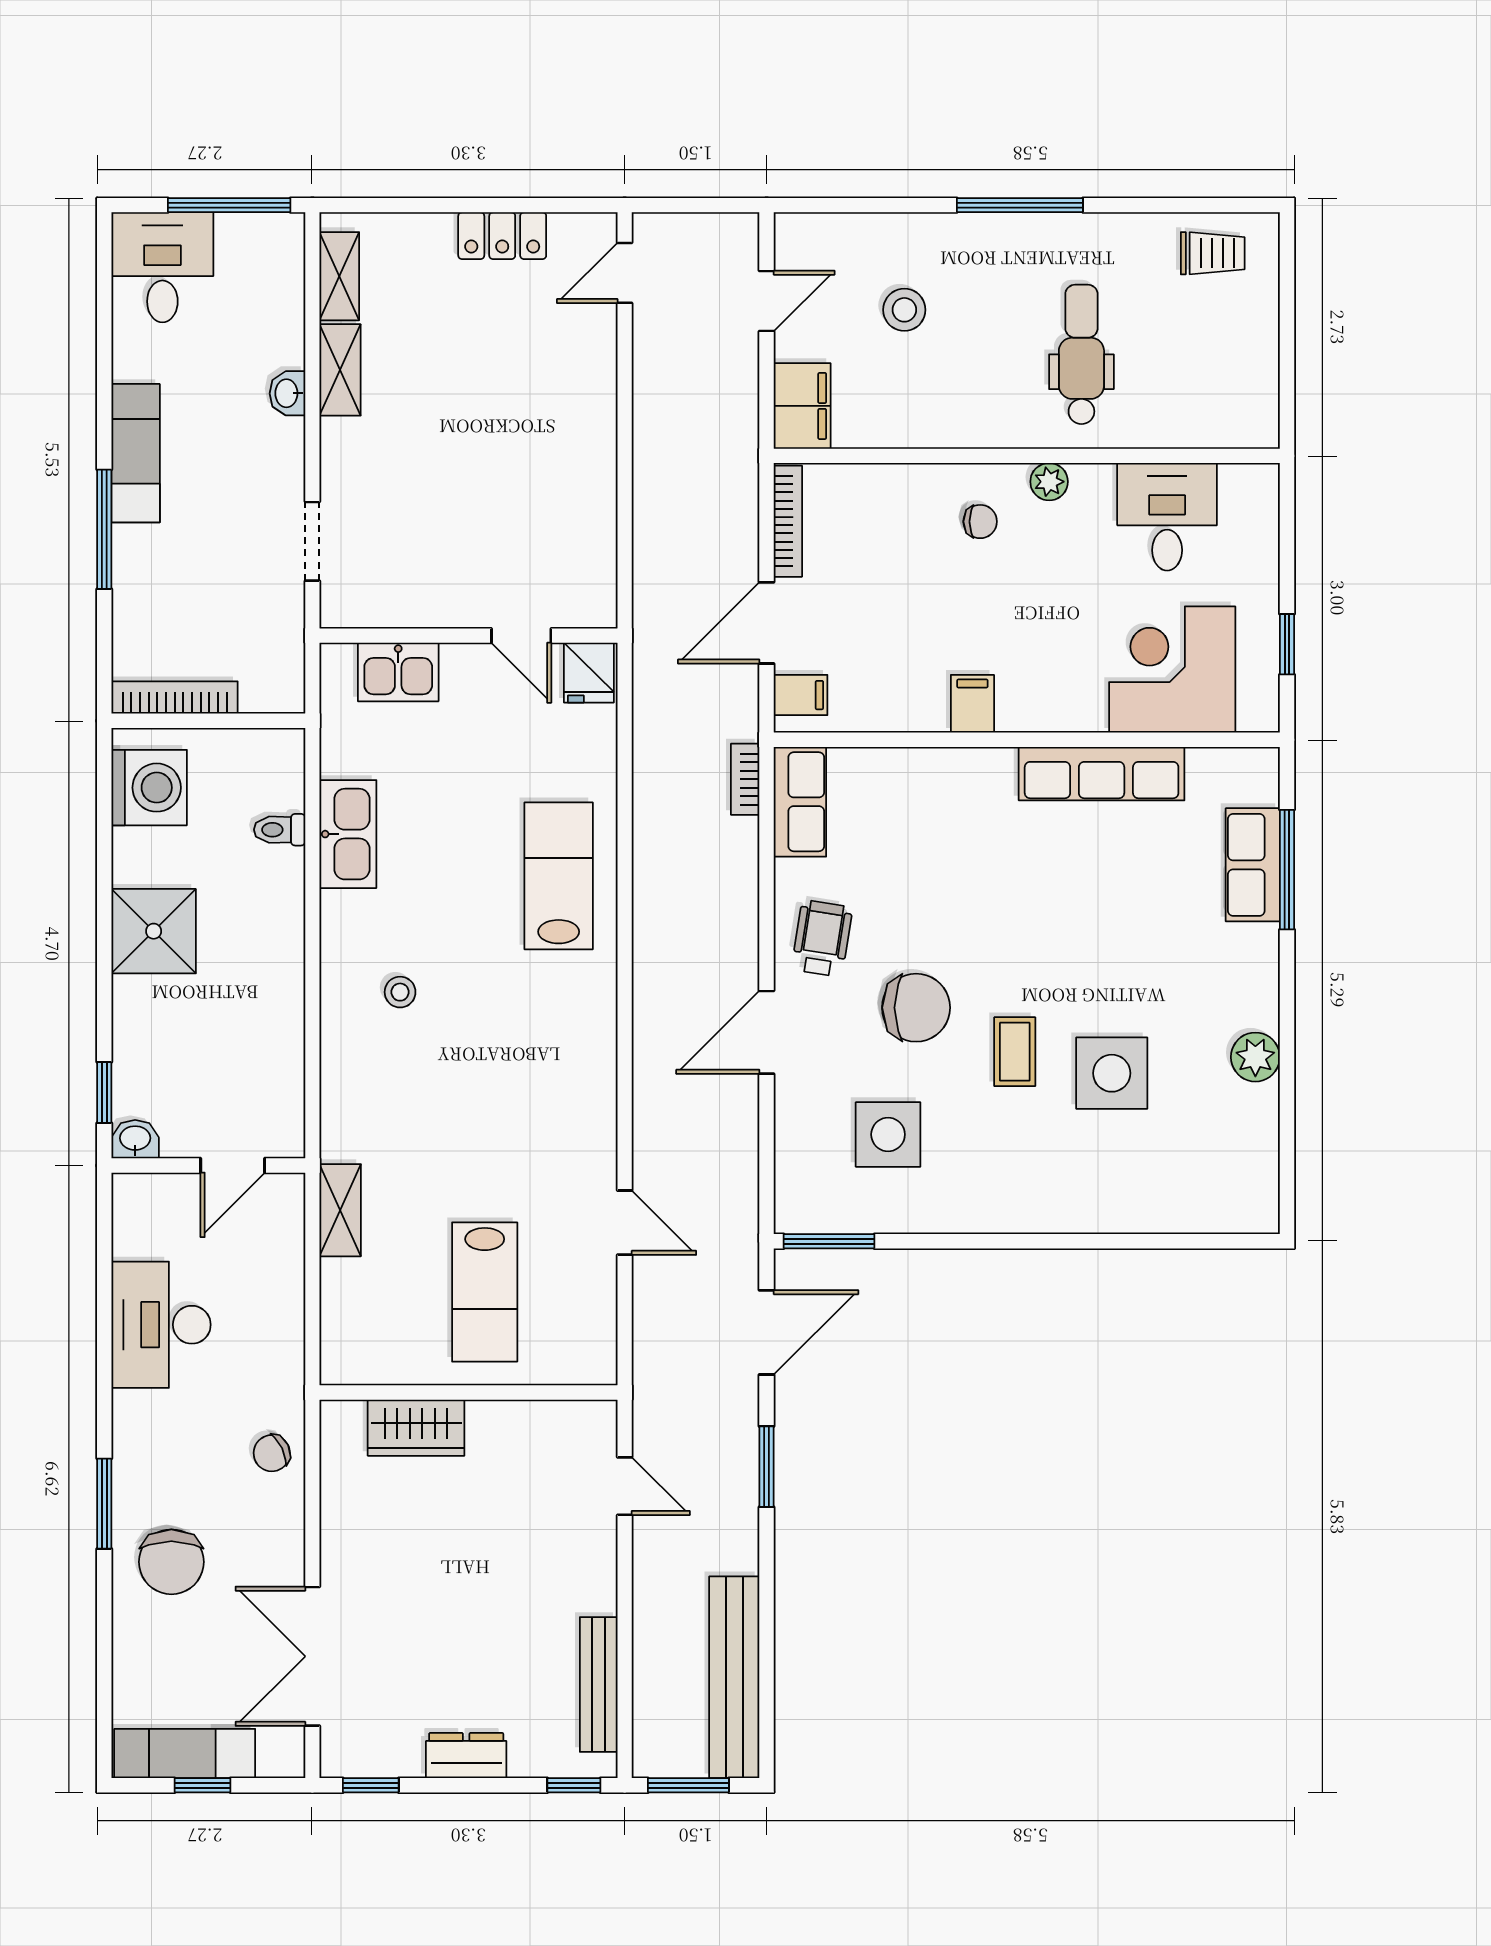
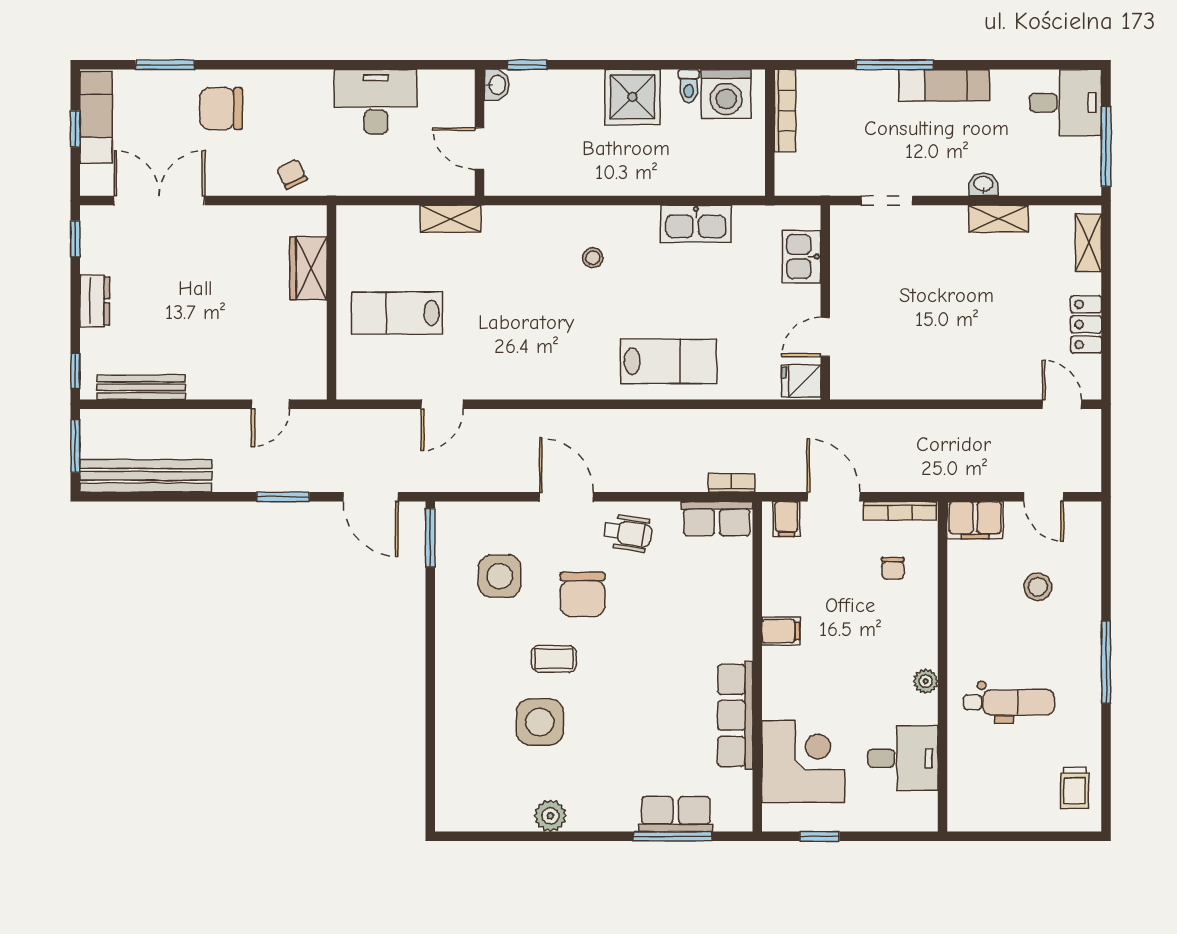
shelving: (339, 276) -> (1088, 243), moved, turned 90
chair: (980, 522) -> (893, 568), moved
toilet: (280, 830) -> (689, 86), moved, turned 180
window: (104, 1504) -> (165, 65), moved

